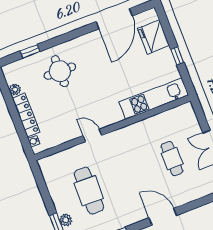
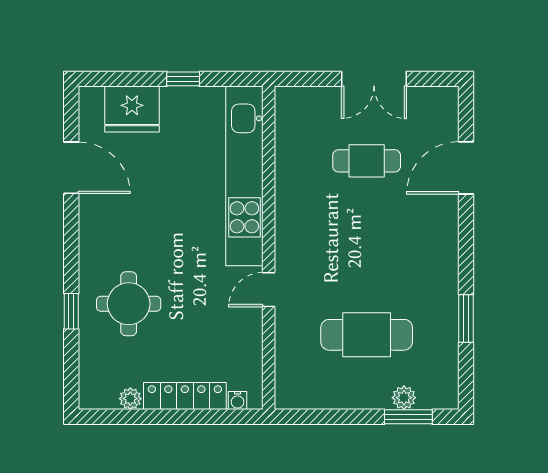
door: (114, 19) -> (71, 168), width x0.73
window: (30, 51) -> (71, 311), moved
kitchen unit: (154, 99) -> (244, 176), width x1.36
door: (163, 217) -> (466, 168), moved

